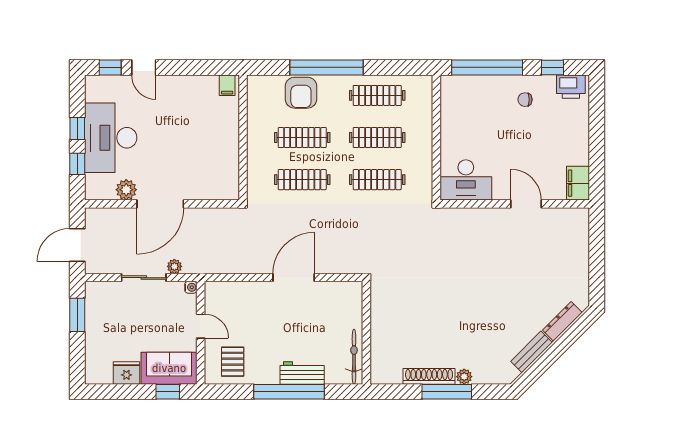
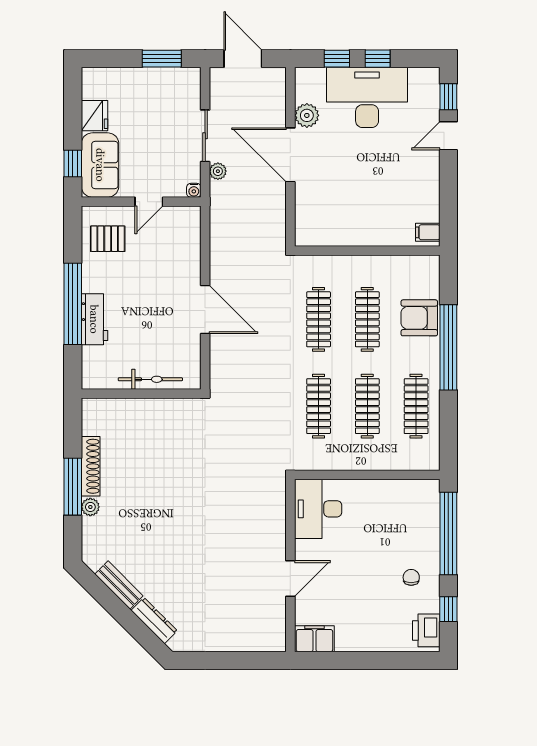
bicycle: (354, 357) -> (150, 379), moved

